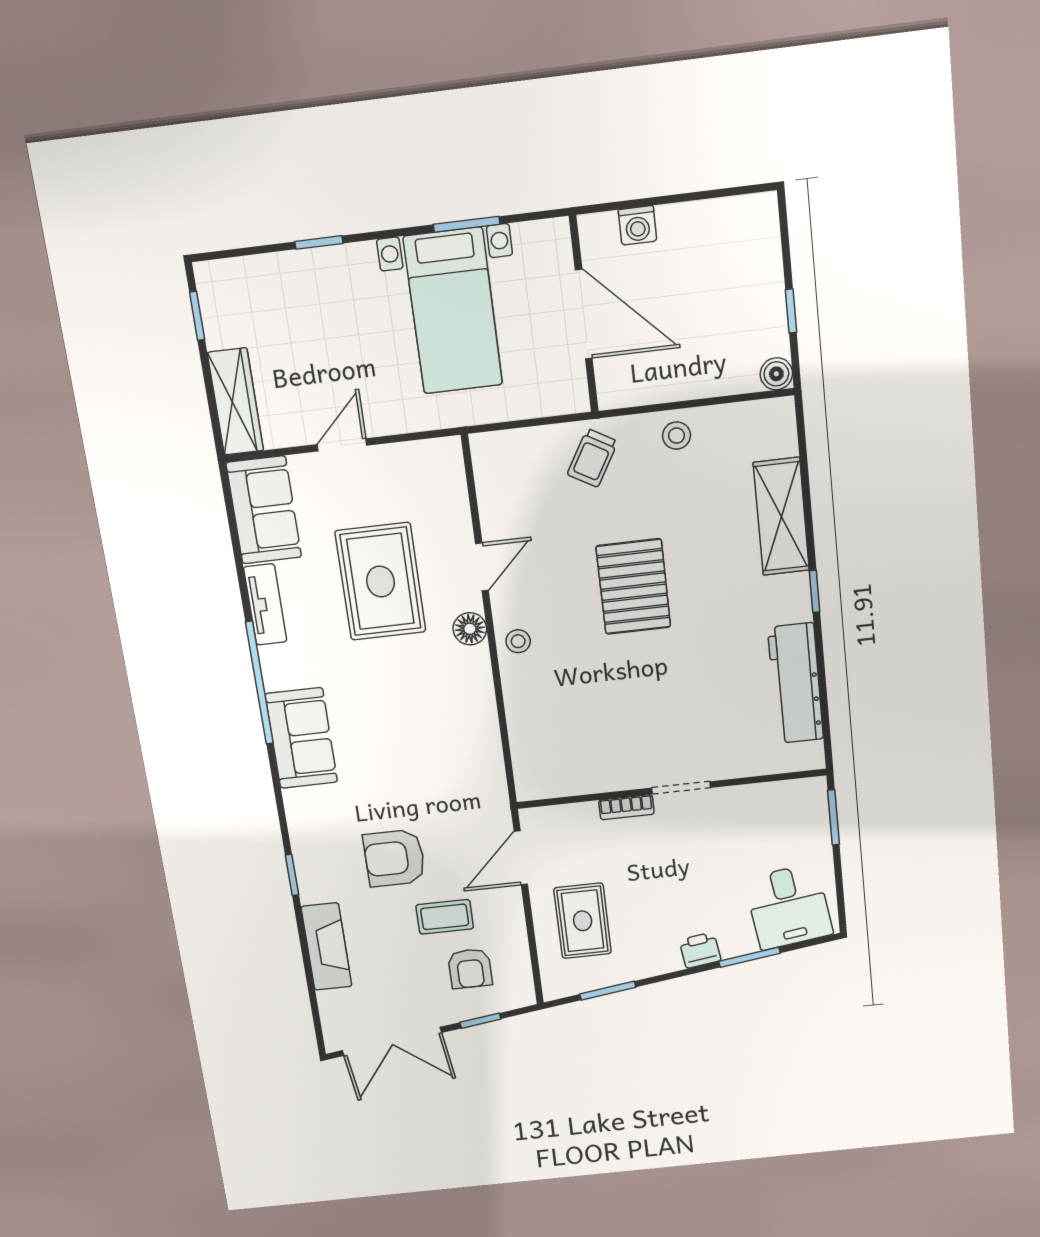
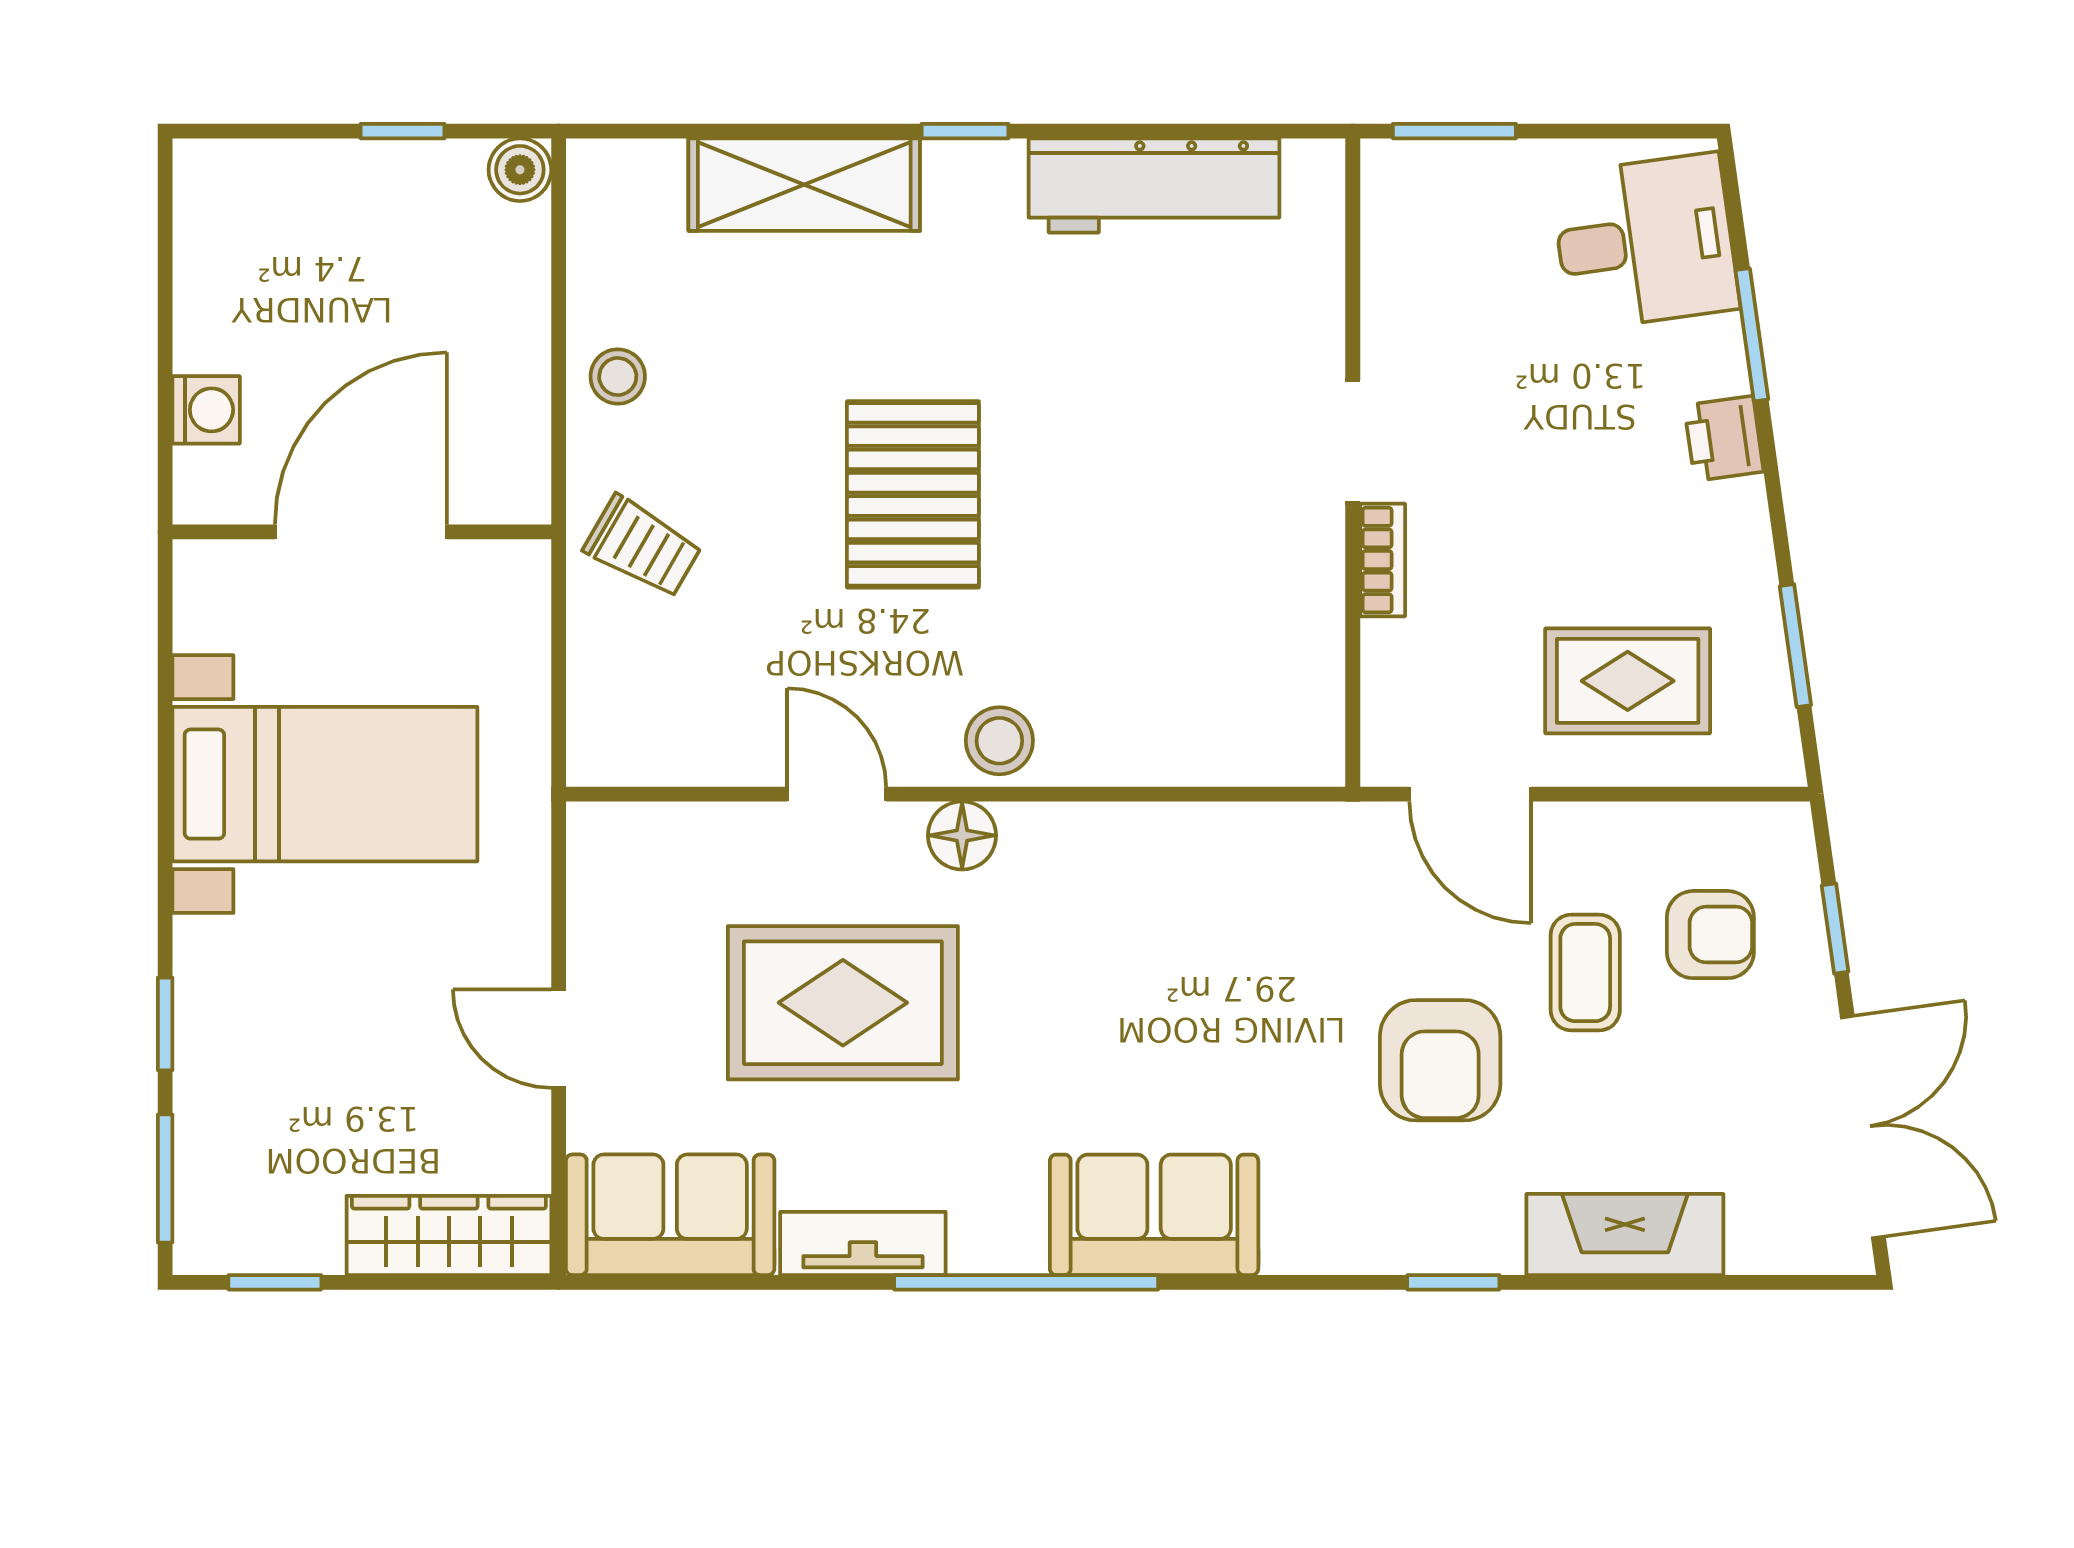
window: (467, 224) -> (165, 1178), moved
pallet: (633, 587) -> (913, 494), turned 90
stool: (518, 641) -> (999, 741), width x1.37, depth x1.37

